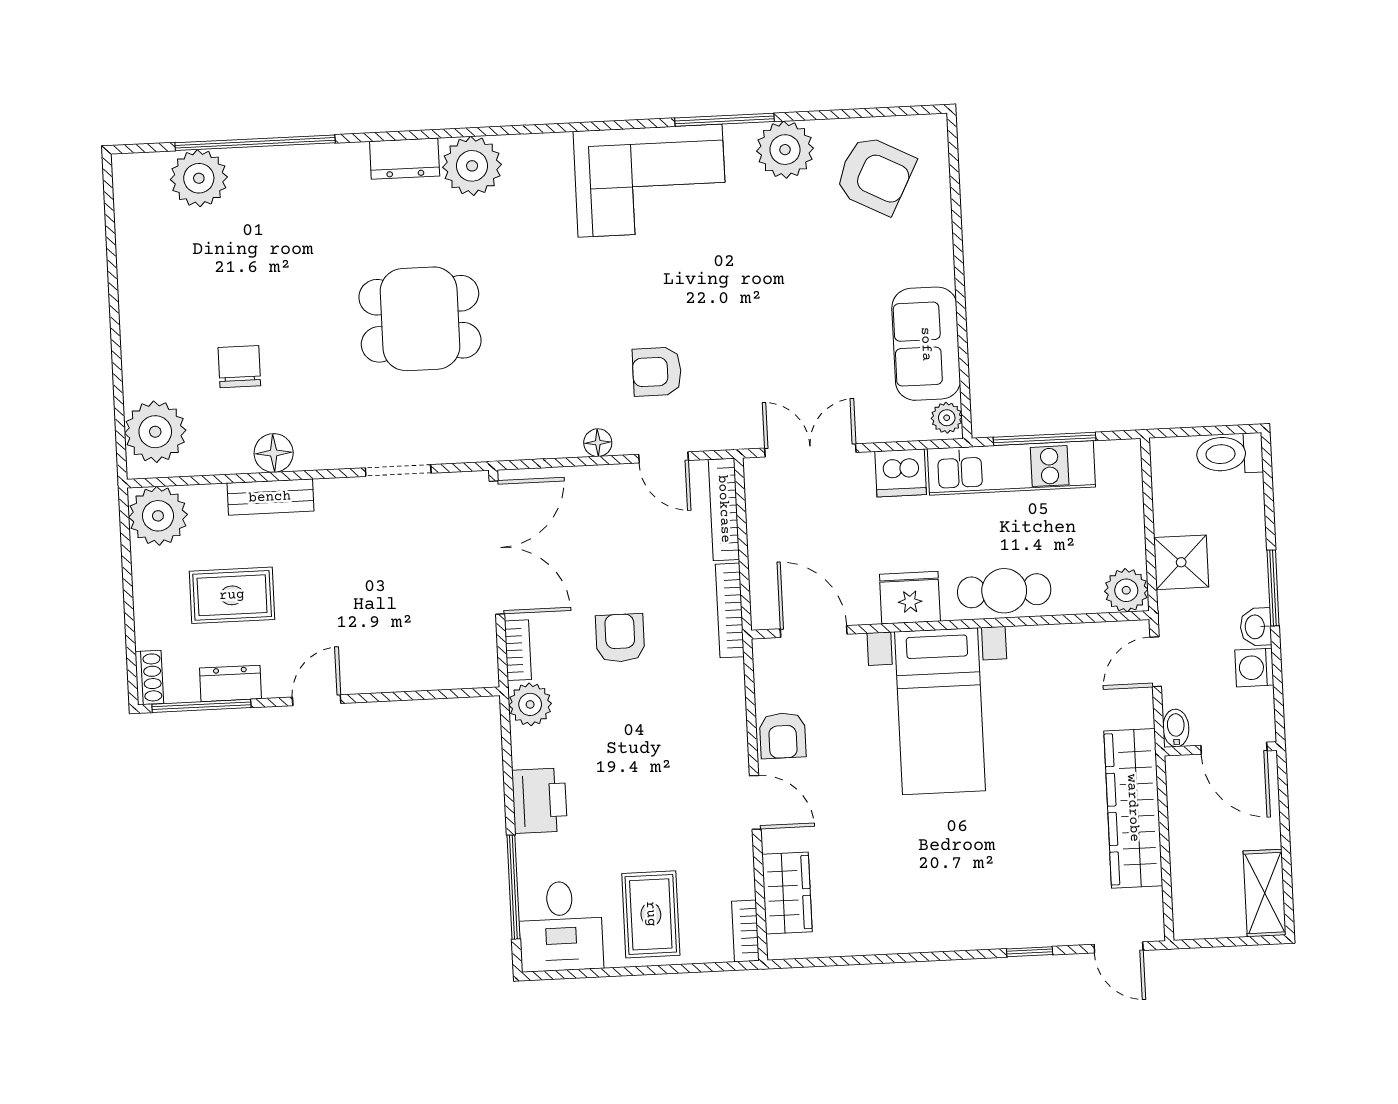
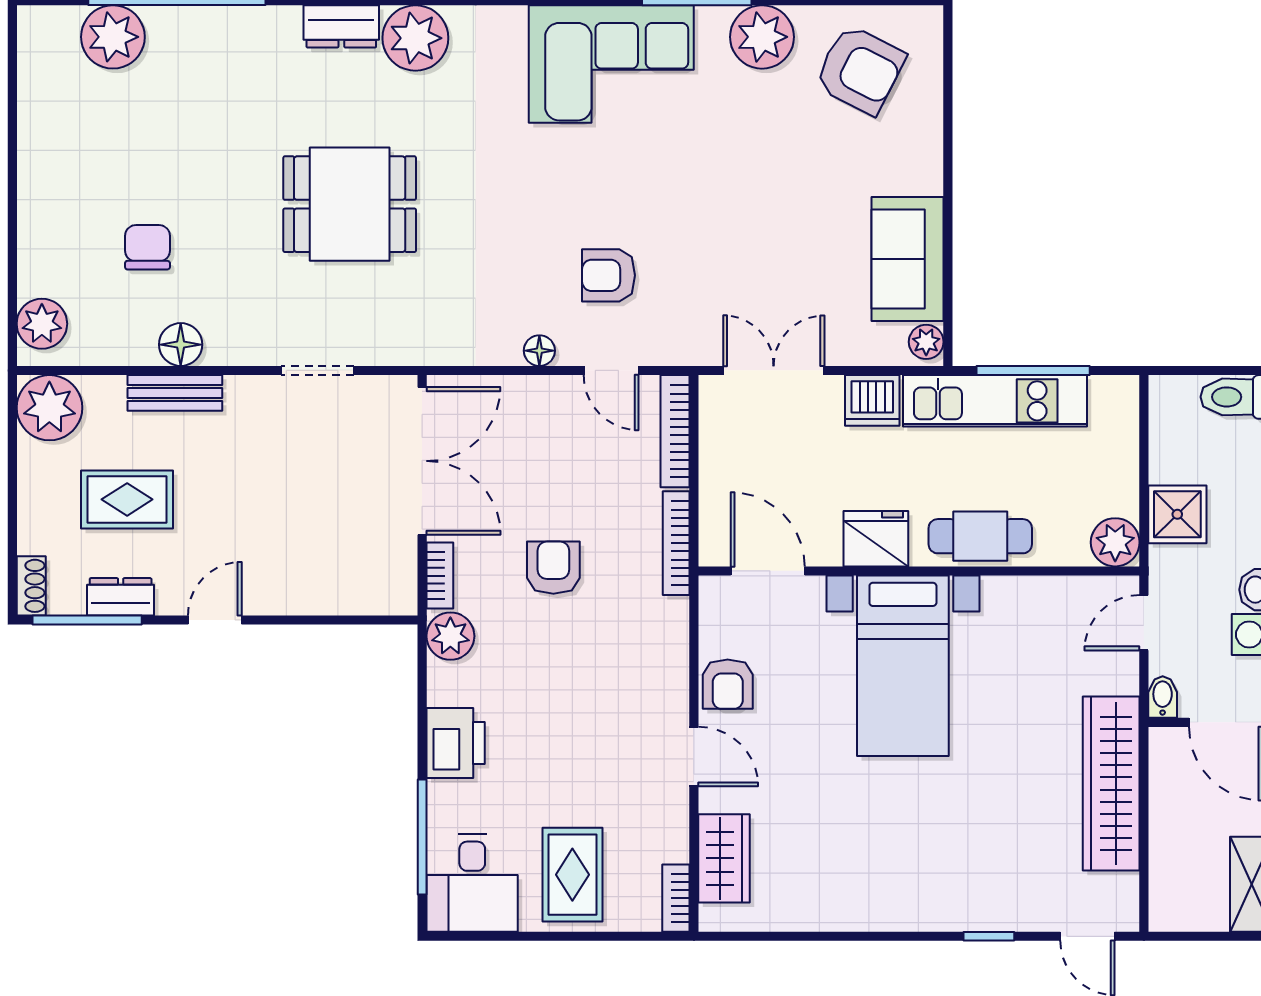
plant: (155, 432) -> (42, 324), width x0.73, depth x0.73

